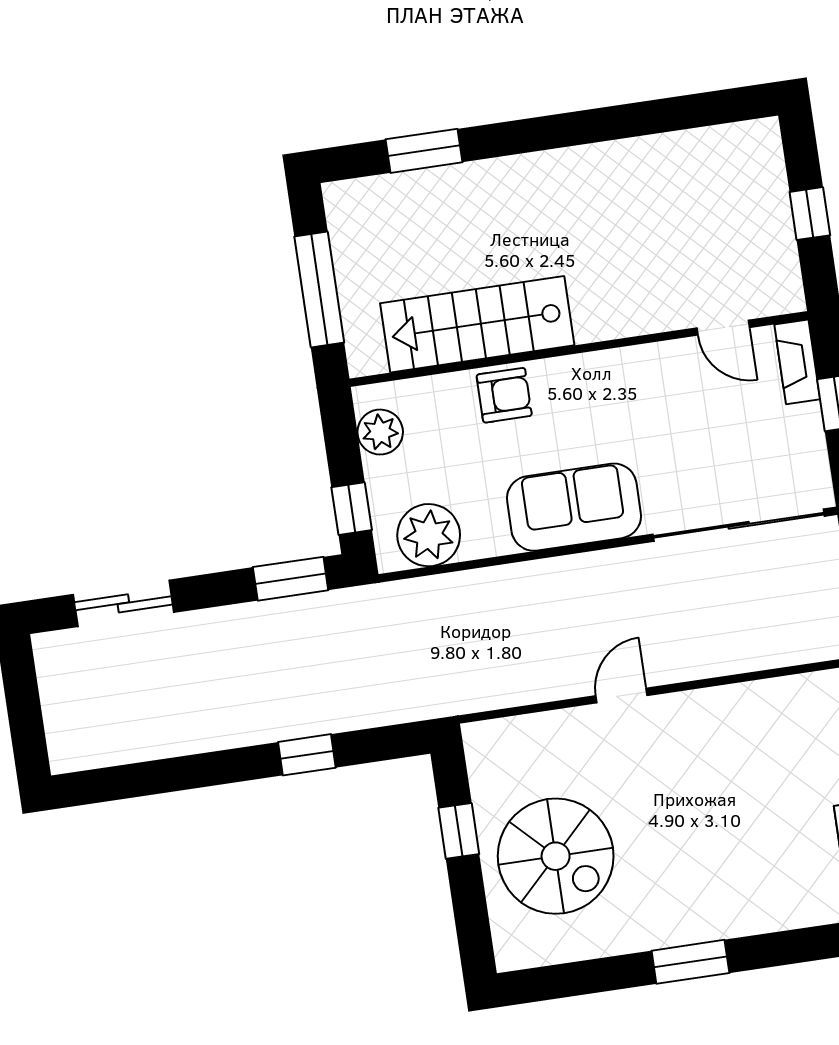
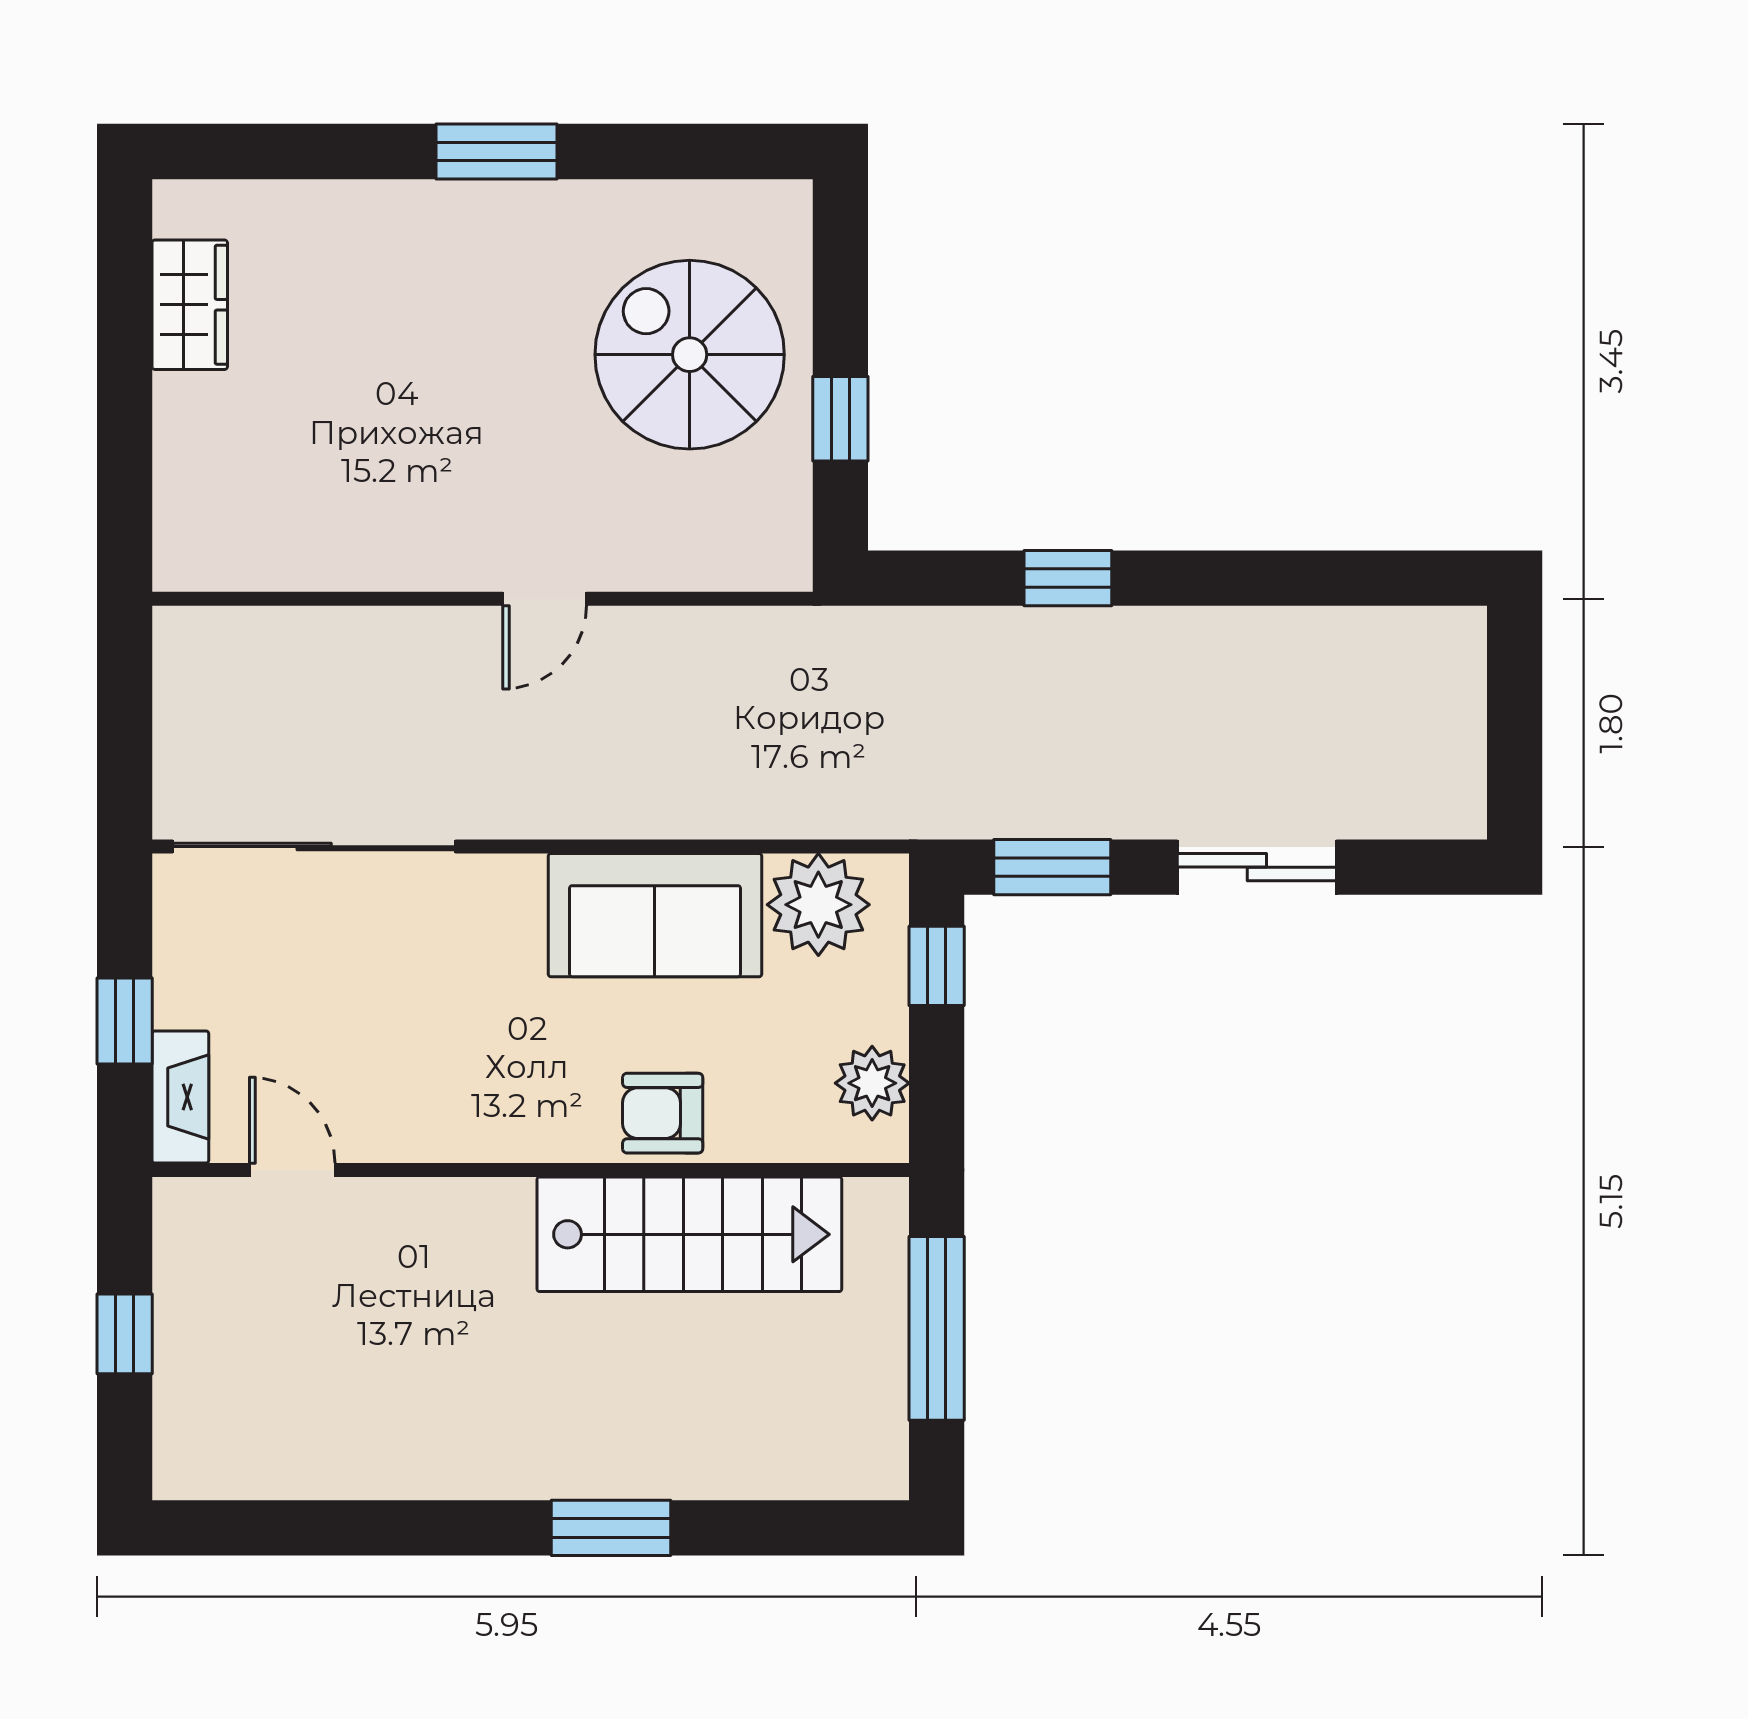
window: (424, 151) -> (611, 1528), moved
sofa: (574, 507) -> (655, 915), moved
sliding door: (123, 603) -> (1257, 867), moved

